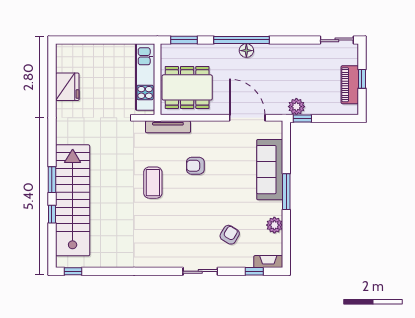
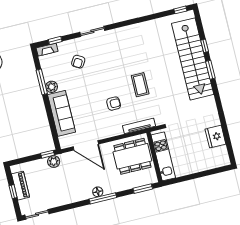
window: (242, 40) -> (103, 198), width x0.68
window: (286, 192) -> (42, 82), moved
plant: (274, 225) -> (52, 87), moved

